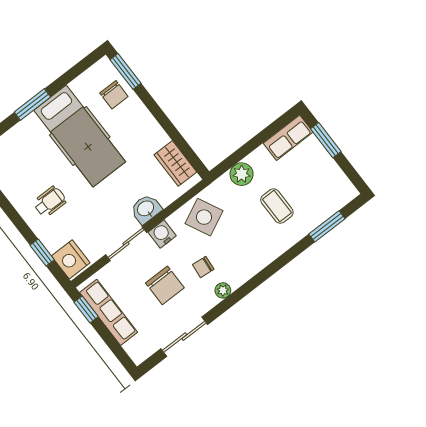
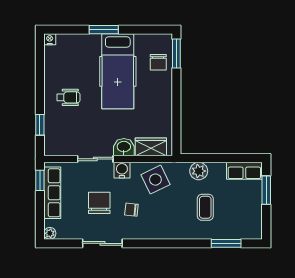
wardrobe: (175, 163) -> (151, 147), moved, turned 90
nightstand: (71, 259) -> (54, 143), removed
chair: (165, 285) -> (99, 203), turned 180
plant: (223, 290) -> (50, 233), moved
sliding door: (184, 337) -> (102, 243), moved

